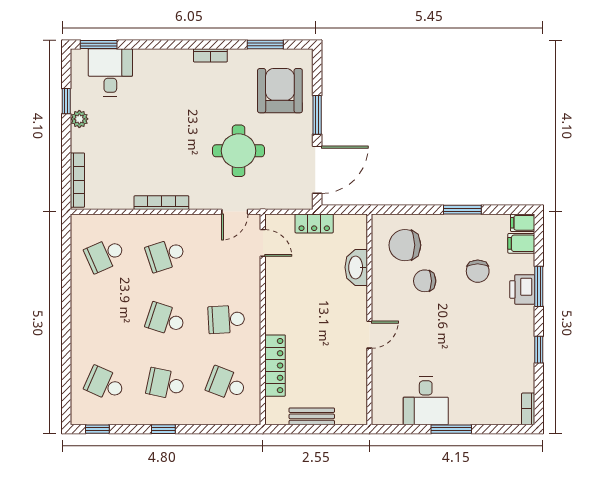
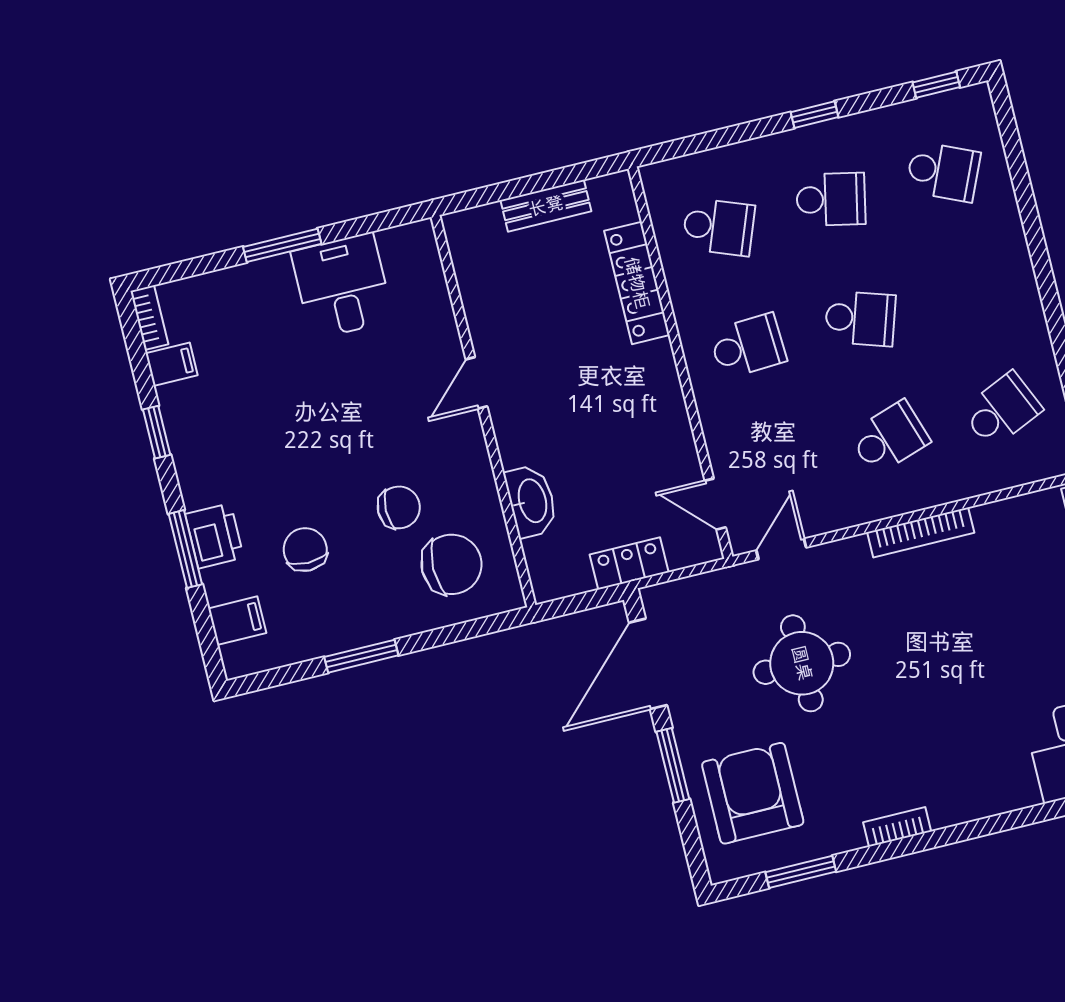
armchair: (280, 91) -> (753, 793), turned 180
filing cabinet: (523, 223) -> (172, 364), moved

